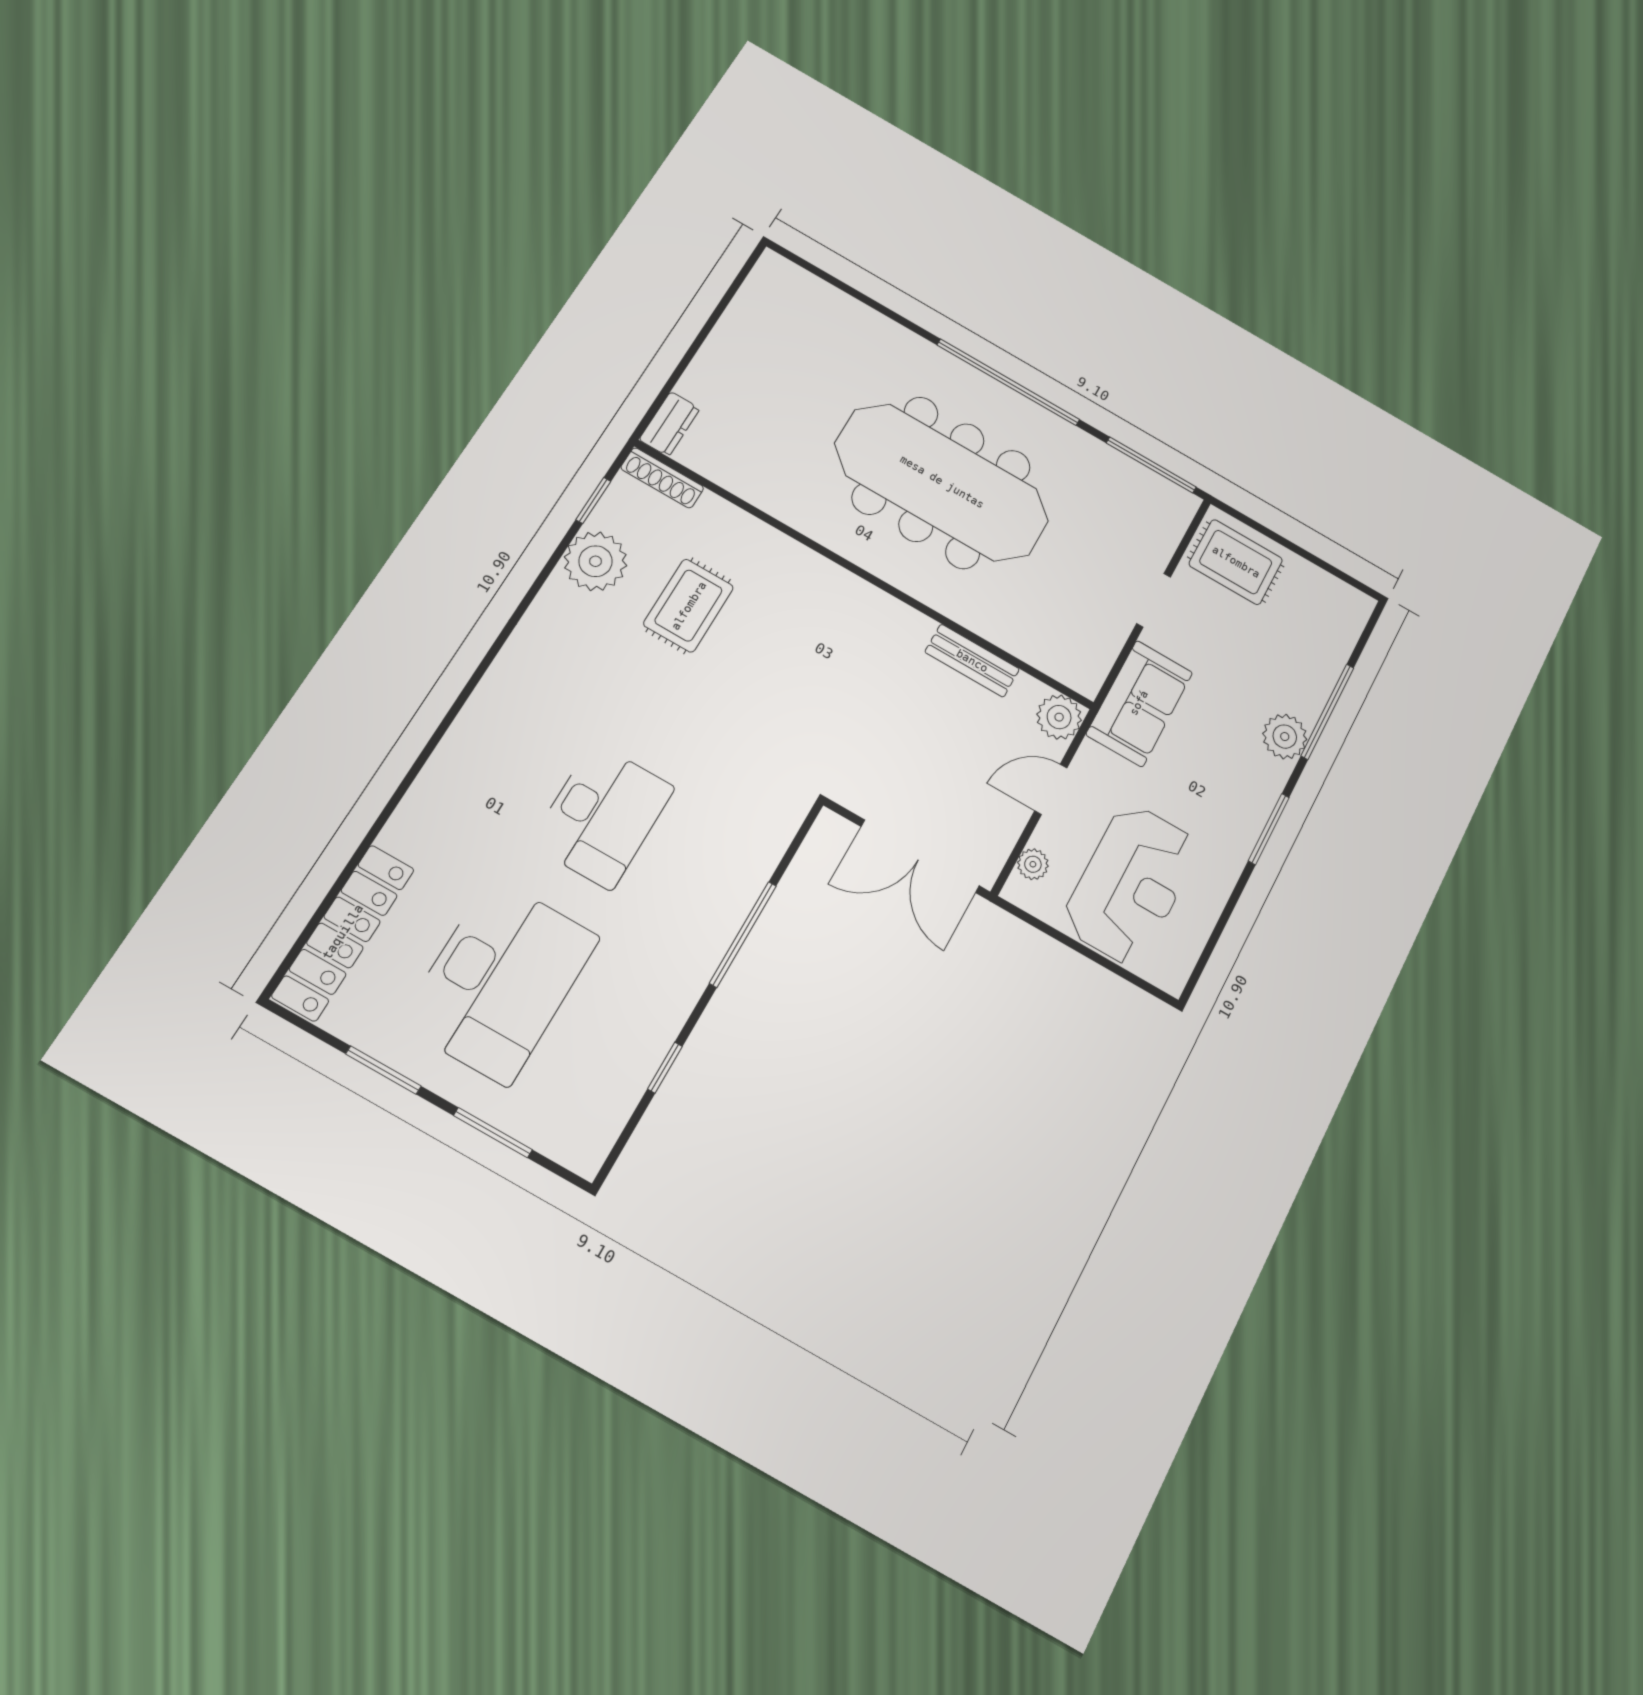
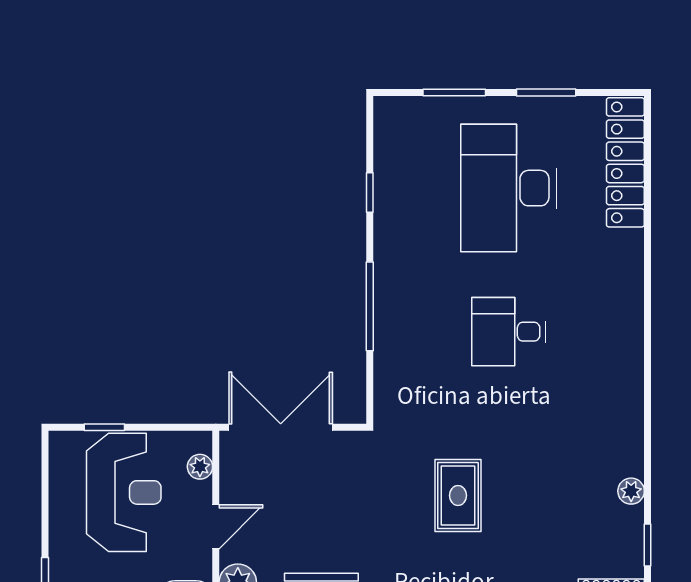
plant: (596, 561) -> (631, 491), width x0.53, depth x0.53
rug: (689, 606) -> (458, 496), moved
desk: (602, 815) -> (509, 332), width x0.73
reception desk: (1131, 884) -> (124, 492), turned 180
window: (1115, 968) -> (104, 427), added

